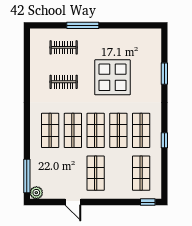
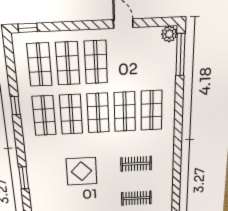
display table: (113, 77) -> (82, 171), width x0.73, depth x0.73
shop shelf: (118, 173) -> (68, 63), added

